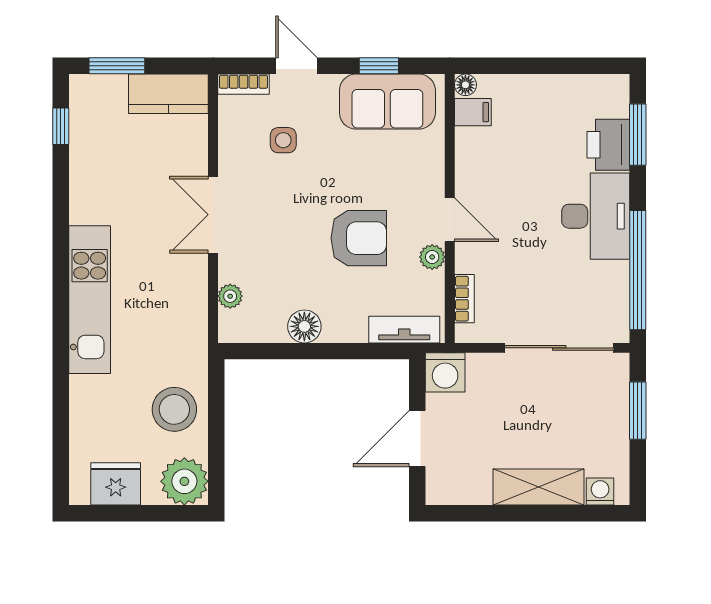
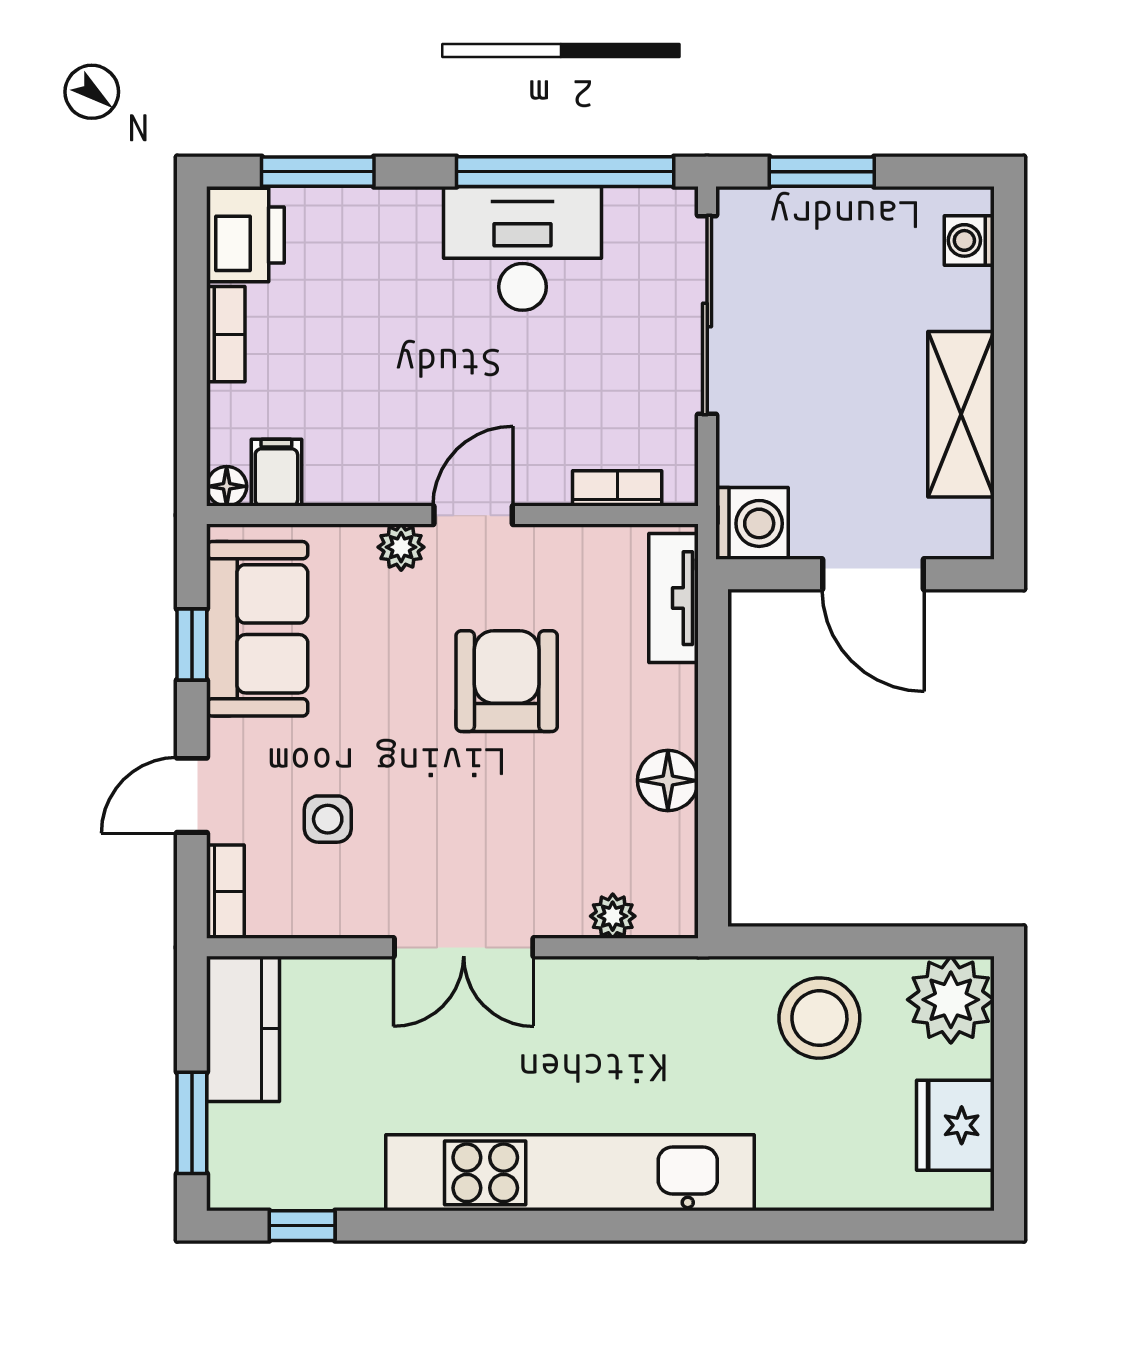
bookcase: (549, 84) -> (226, 334), added
printer: (608, 145) -> (245, 235), moved, turned -90
desk: (596, 216) -> (523, 248), moved
plant: (432, 257) -> (401, 547), moved
kitchen unit: (90, 300) -> (570, 1173), width x1.36
shelving: (538, 487) -> (961, 414), moved

